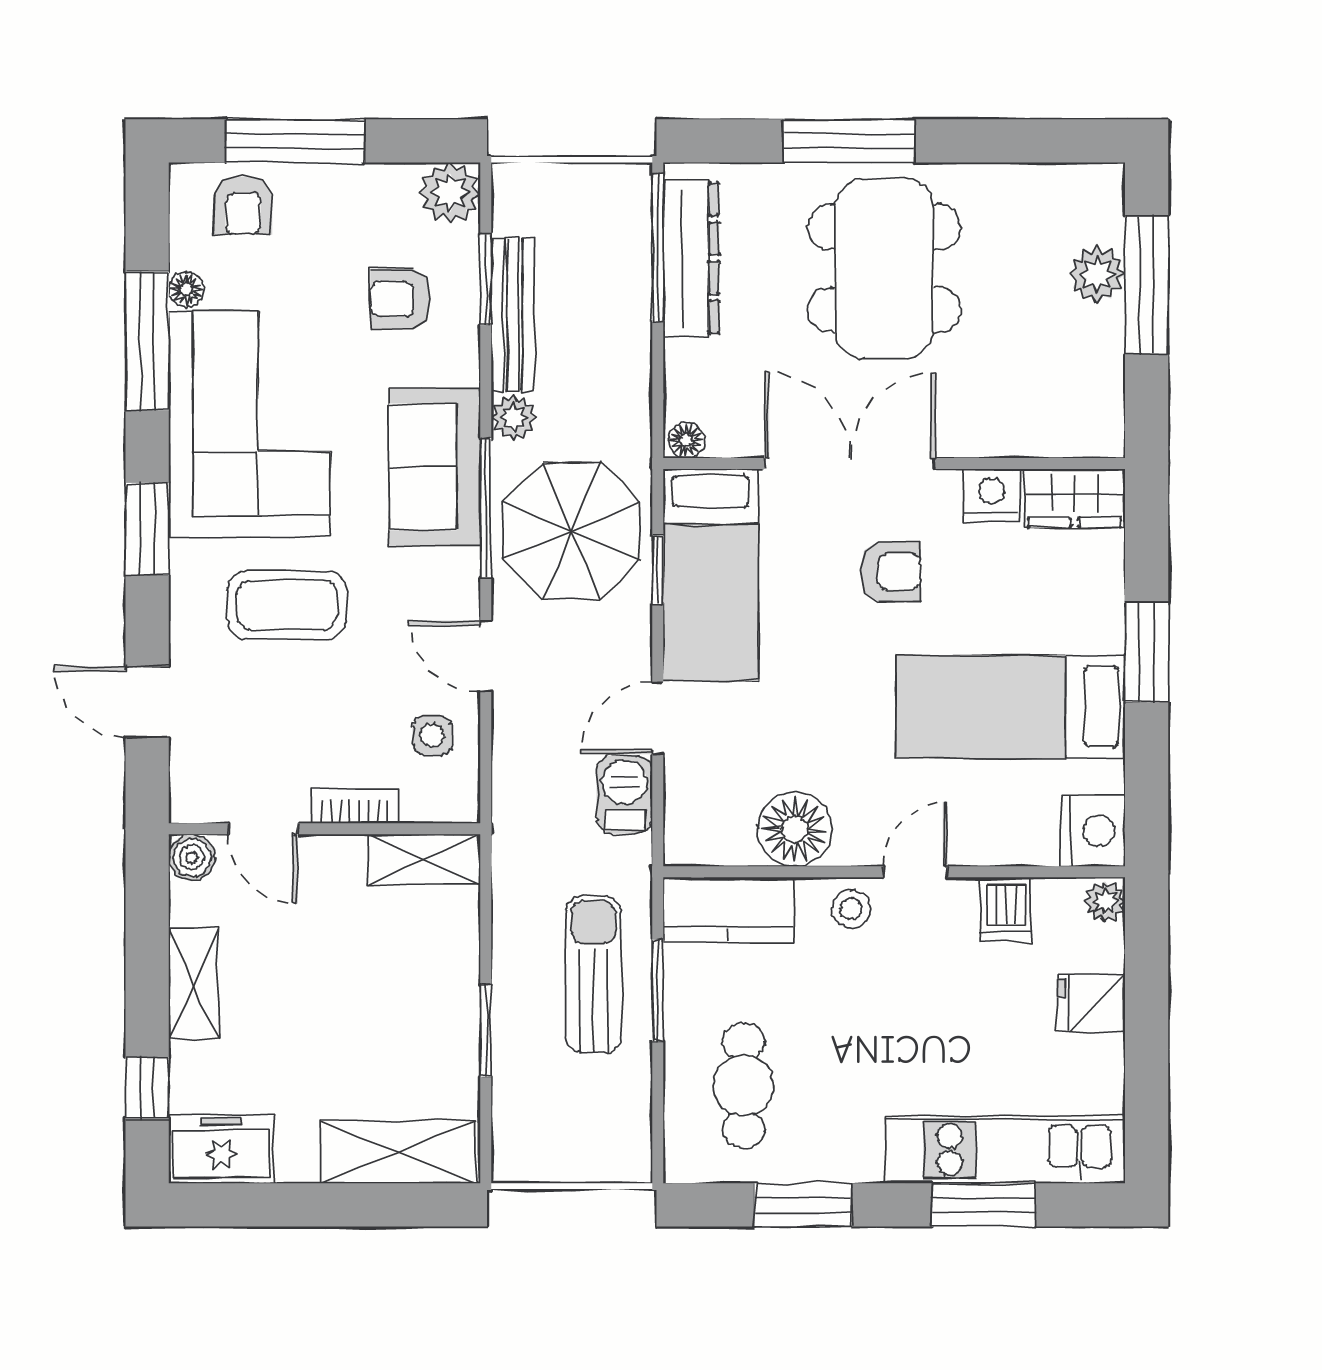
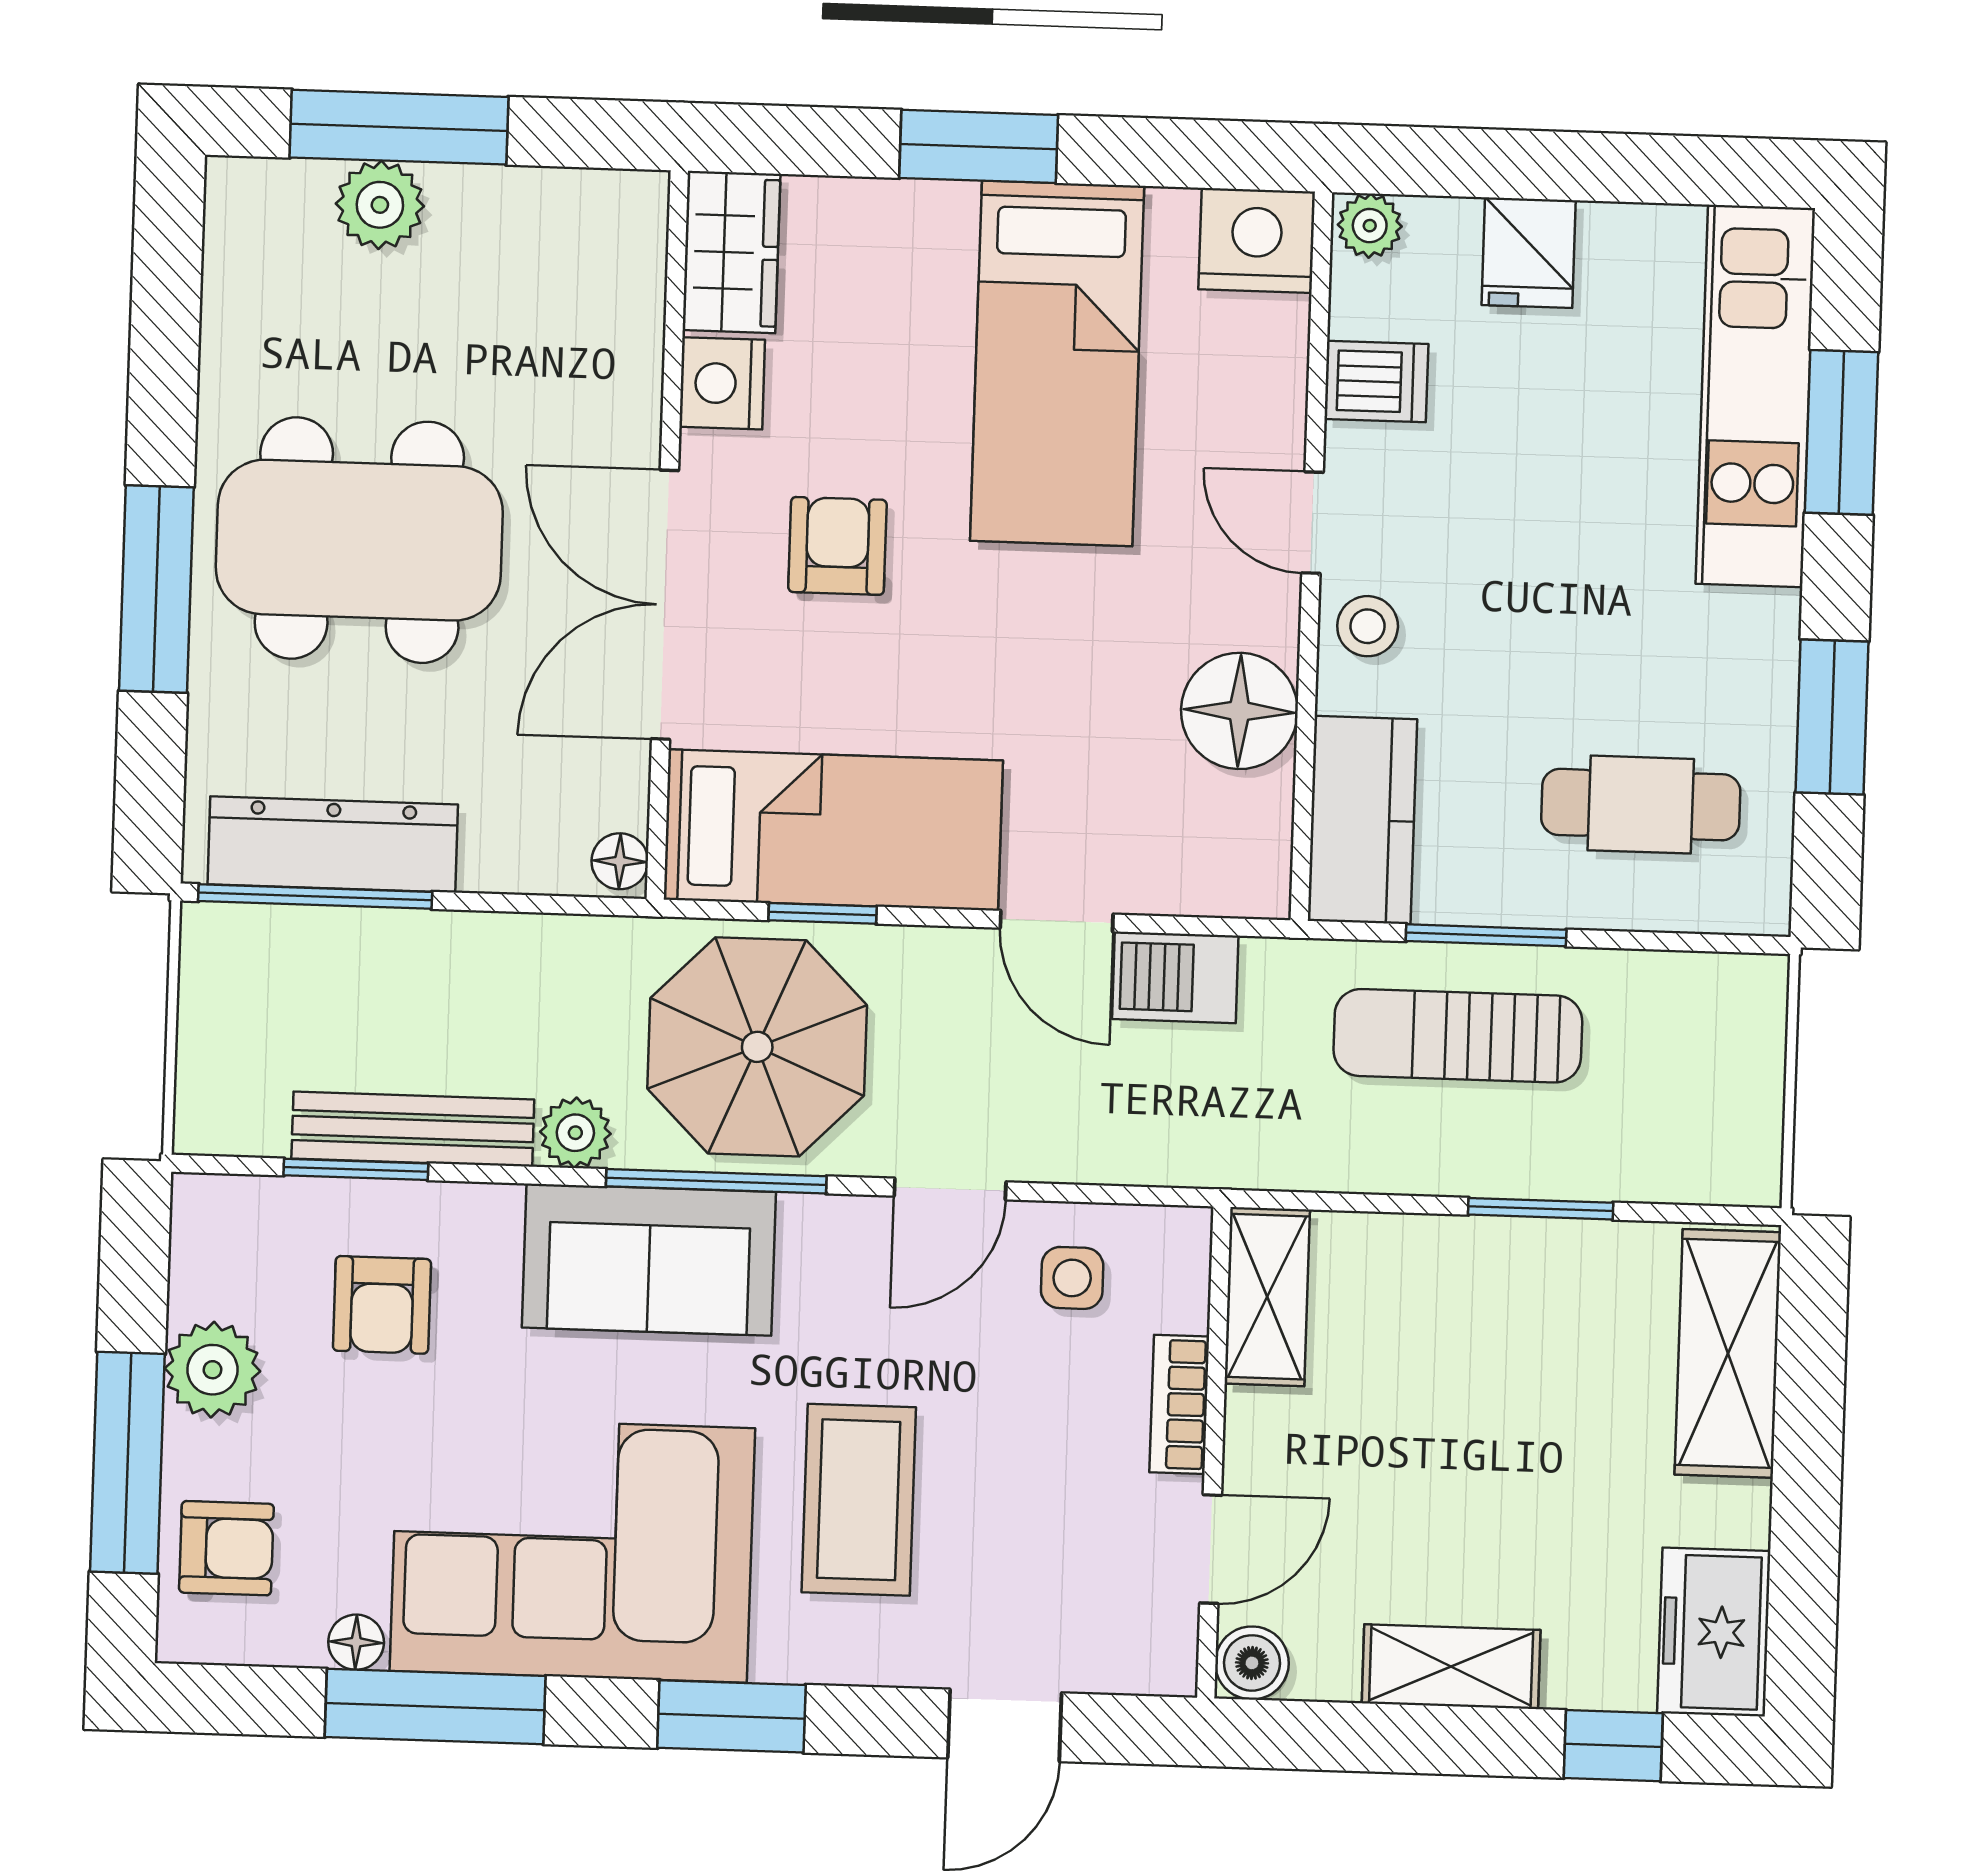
plant: (450, 193) -> (212, 1370), moved

